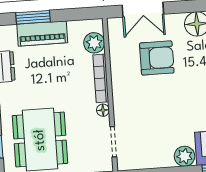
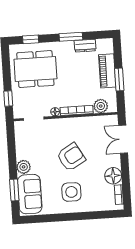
window: (33, 17) -> (119, 80), moved
armchair: (157, 58) -> (71, 157), moved, turned -120

